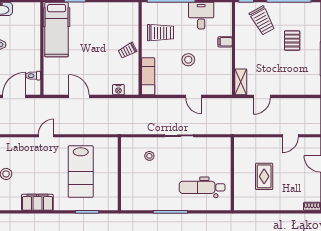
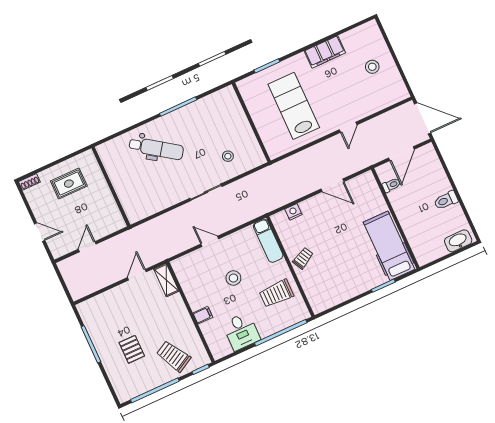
wall: (232, 174) -> (111, 187), moved
rug: (264, 176) -> (69, 184), moved, turned 90
dental chair: (202, 187) -> (156, 148), turned 35

